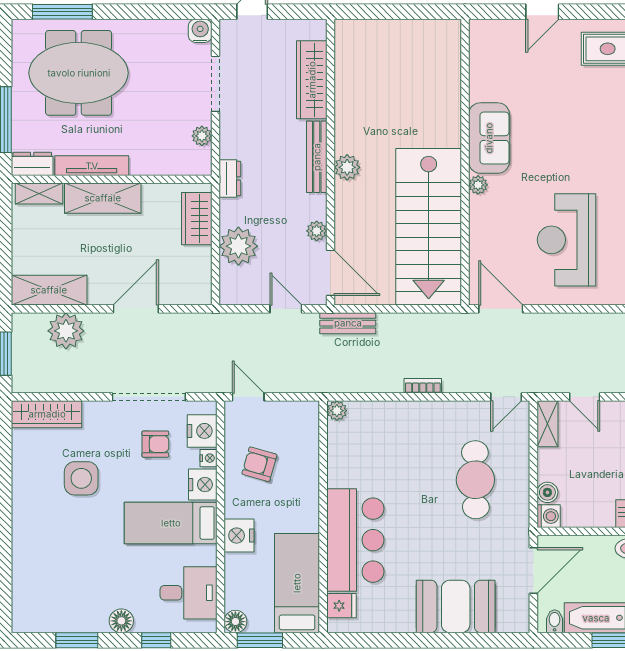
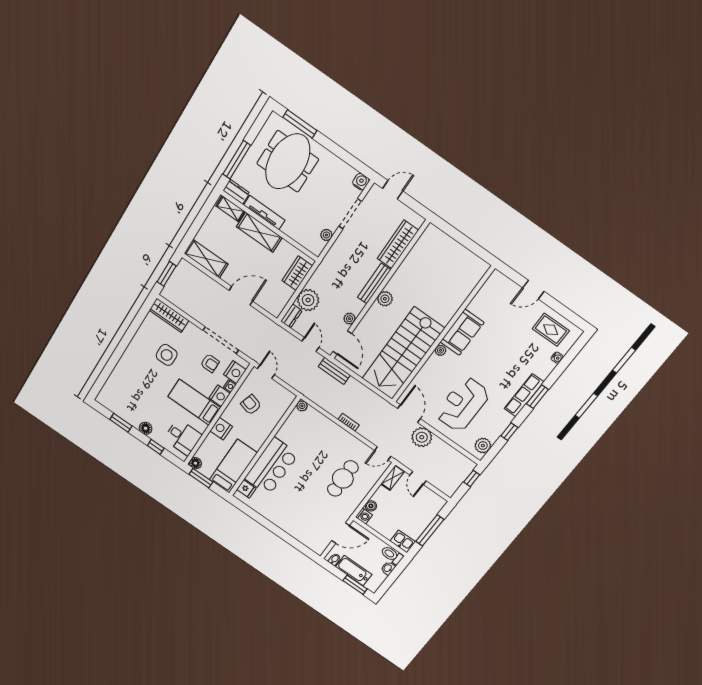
meeting table: (79, 73) -> (288, 161), turned 90
dresser: (230, 178) -> (291, 316), moved
plant: (66, 331) -> (422, 437), moved
booth: (456, 606) -> (296, 524), removed

